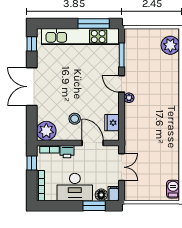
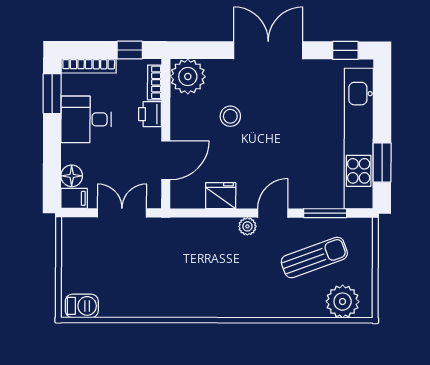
window: (94, 24) -> (382, 163), width x0.69
sun lounger: (146, 61) -> (314, 257), added
stool: (75, 119) -> (230, 116), moved
fridge: (112, 123) -> (221, 196), moved
double door: (122, 167) -> (122, 213), swing flipped
desk: (75, 187) -> (86, 119), width x0.73
window: (94, 206) -> (52, 94), moved

